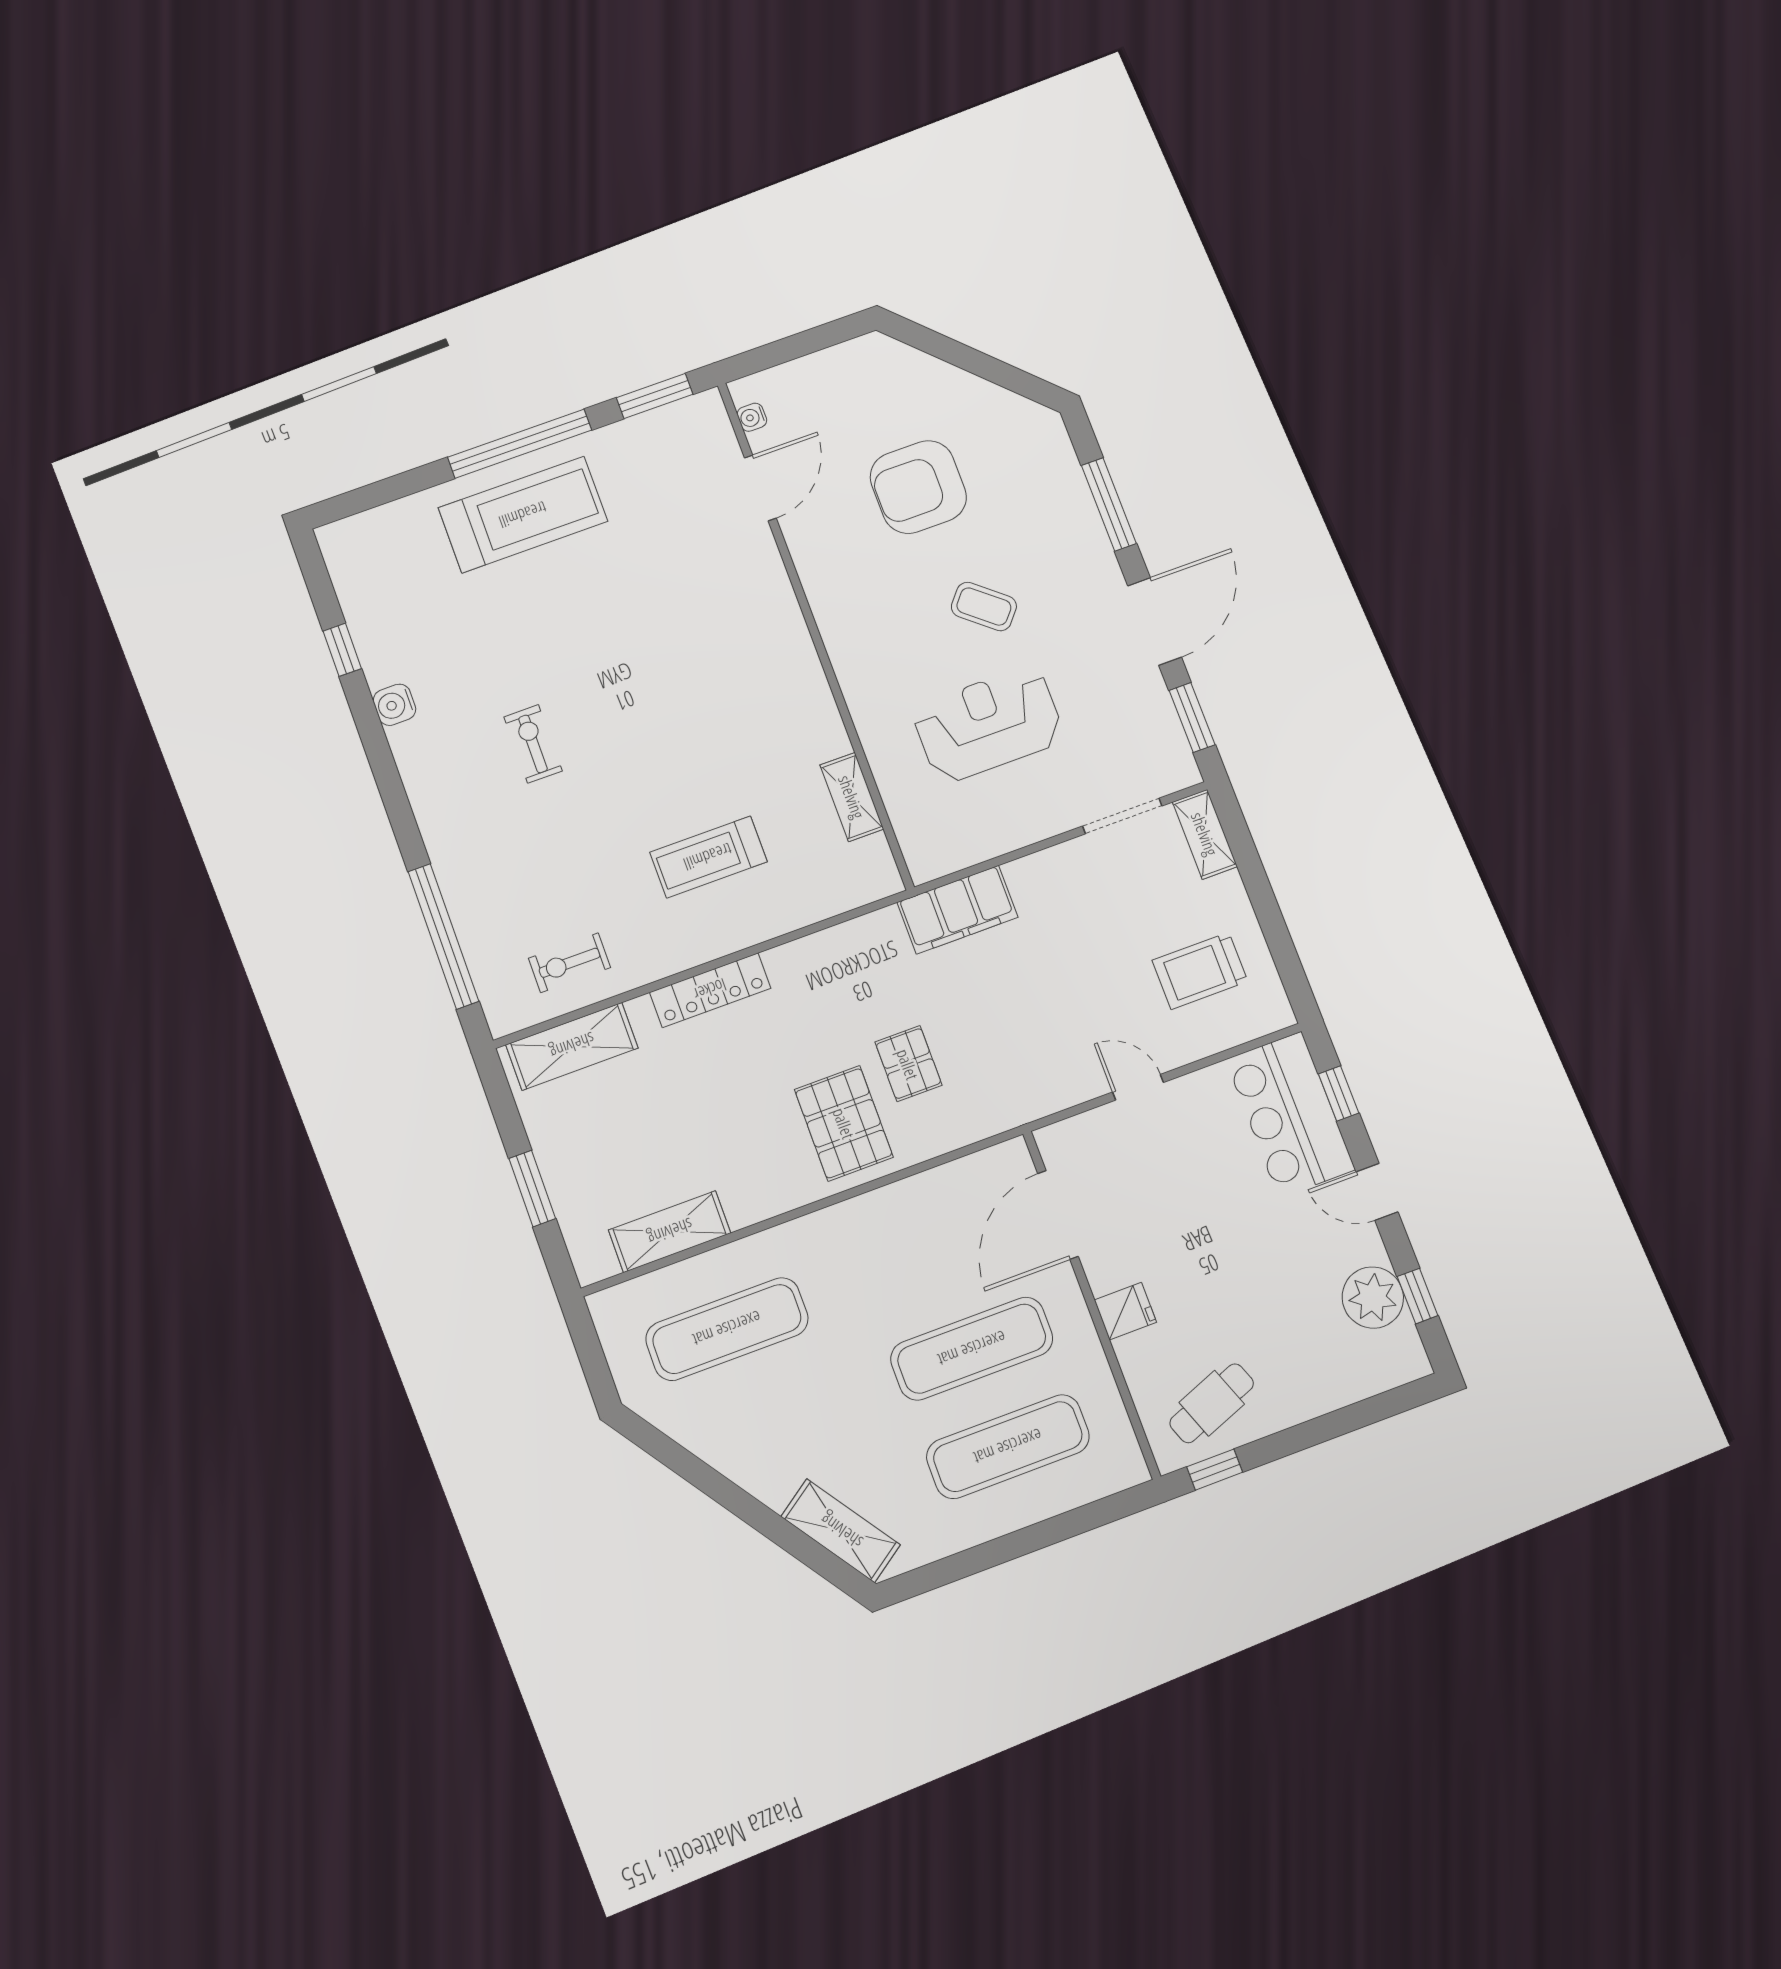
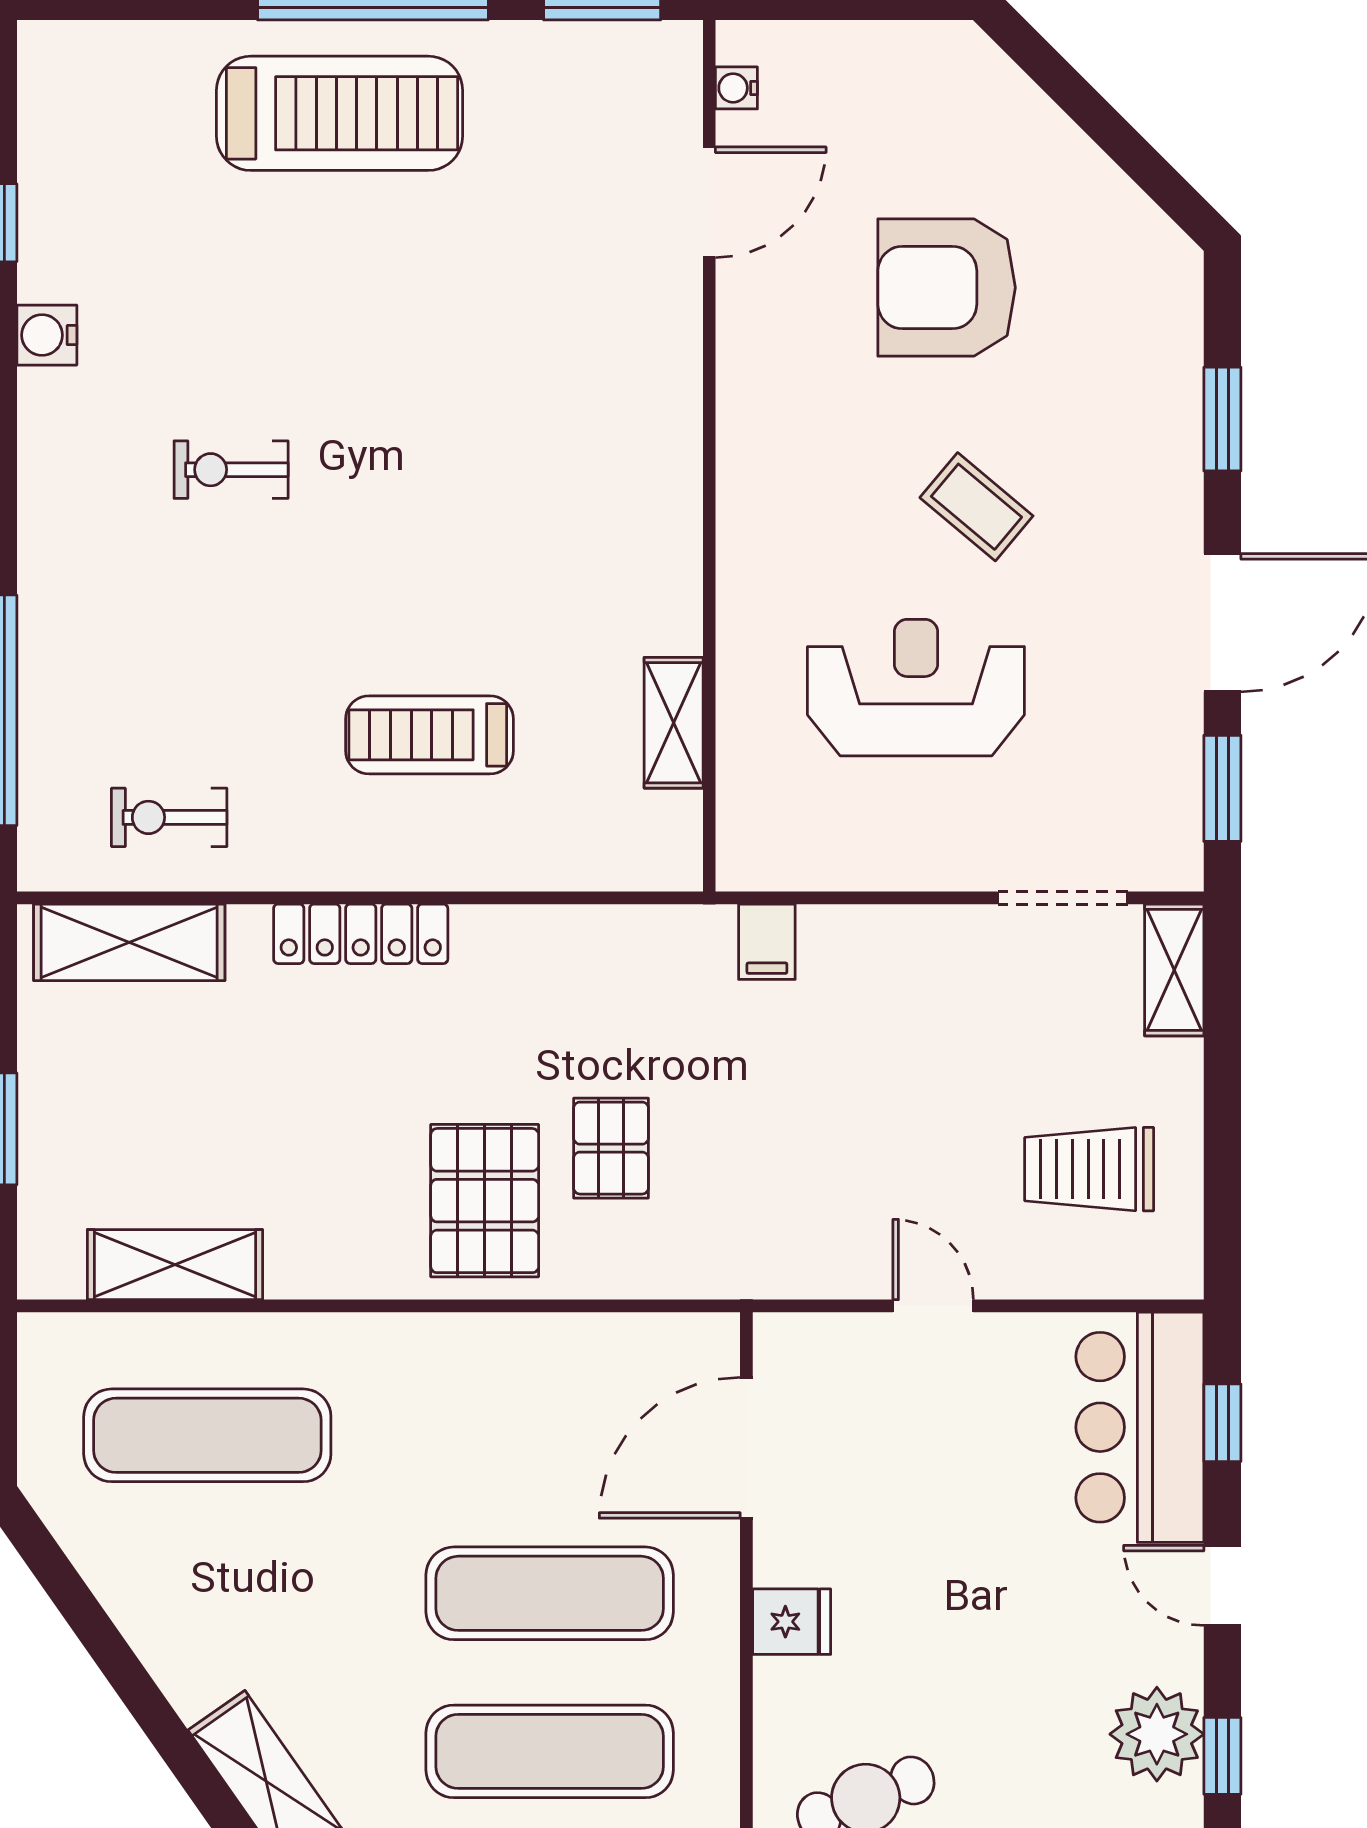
window: (1109, 504) -> (1222, 419), width x0.69
exercise bike: (533, 744) -> (231, 470), turned -90
filing cabinet: (957, 910) -> (767, 942), width x0.33, depth x0.86

